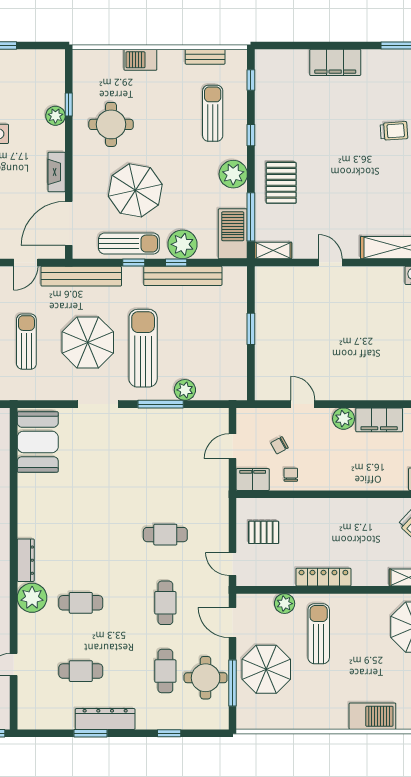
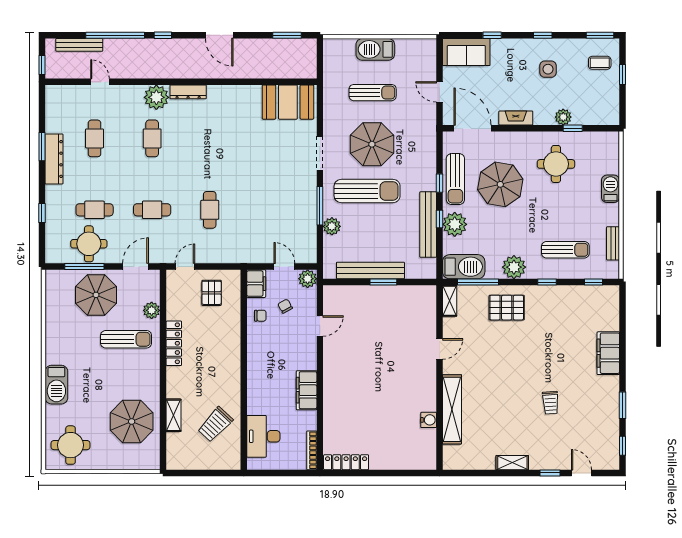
bench: (81, 276) -> (370, 270), moved, turned 90
plant: (344, 419) -> (308, 279), moved

